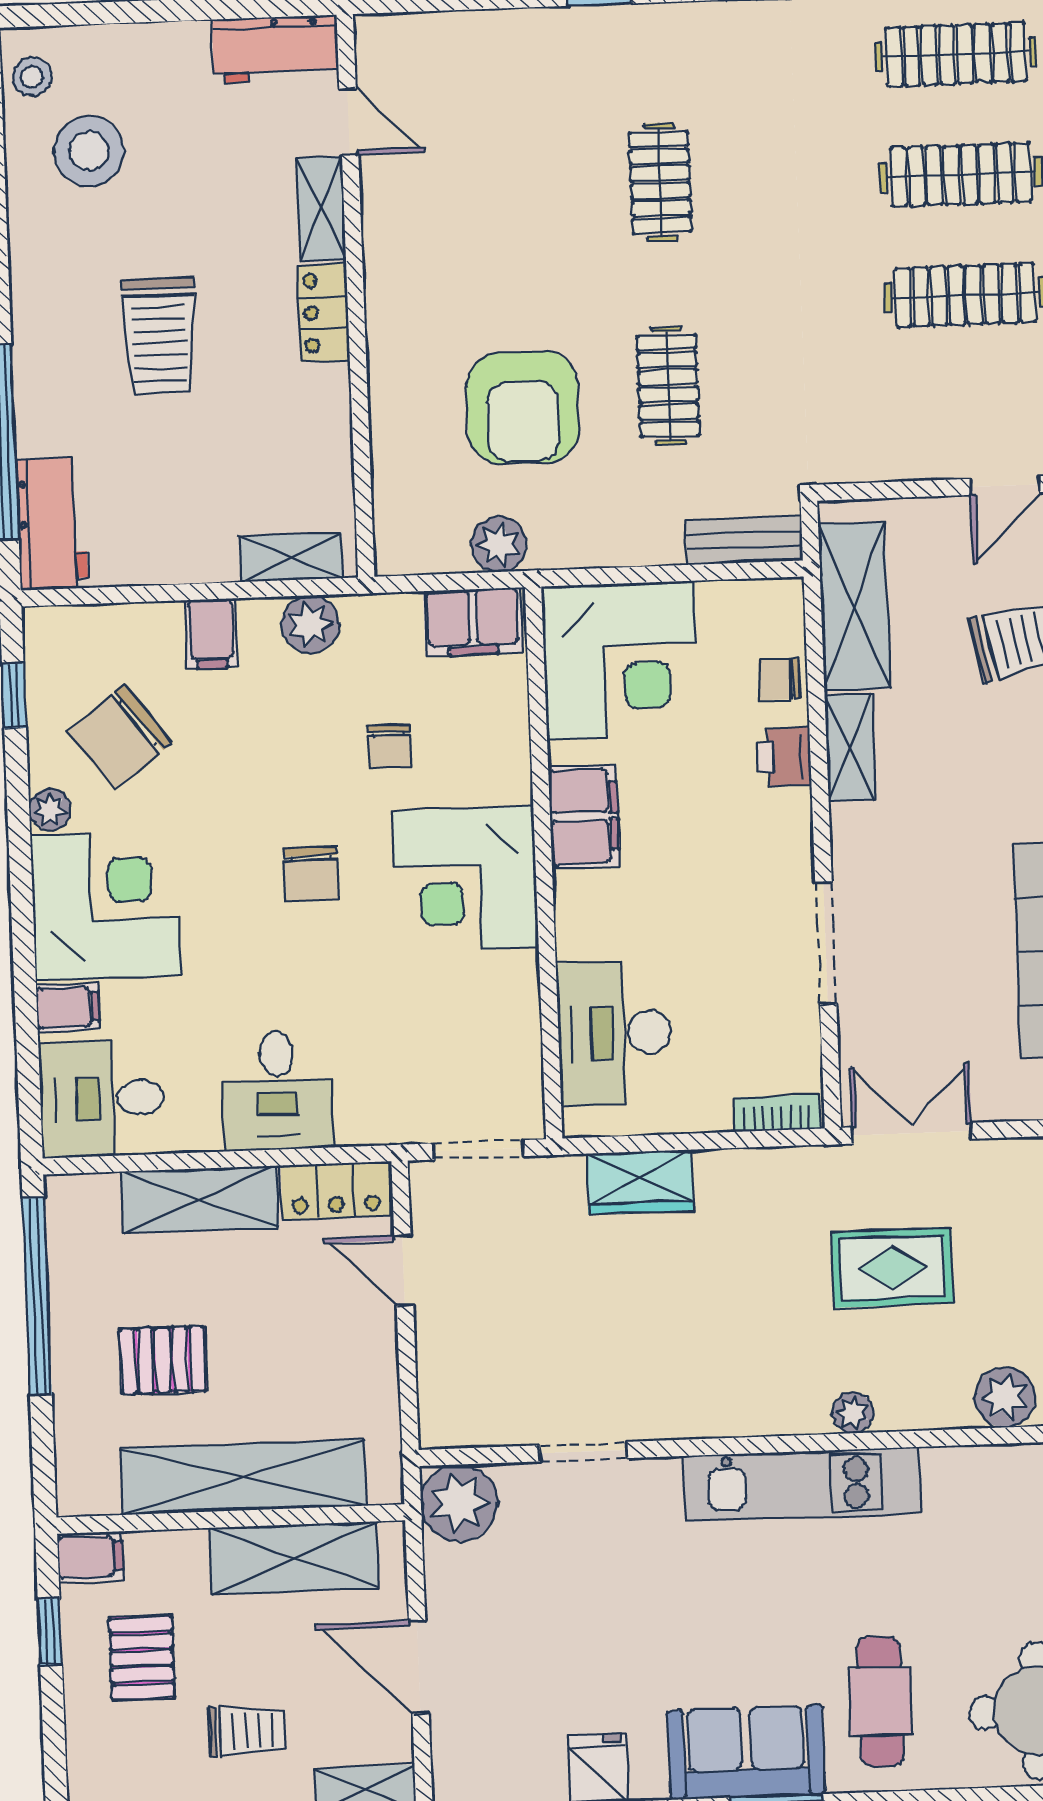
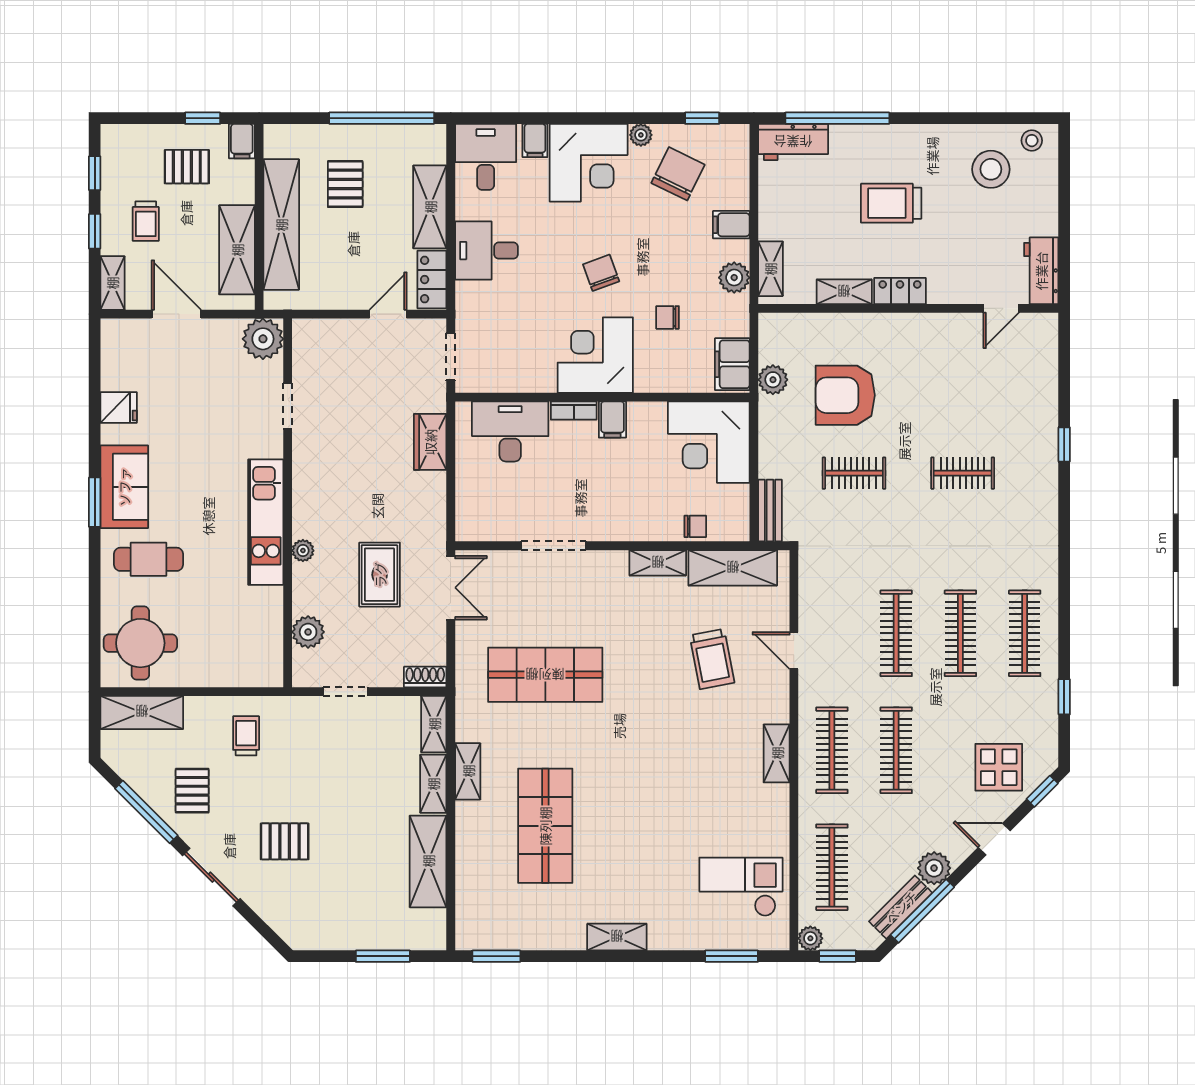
shelving: (321, 208) -> (844, 292), moved
chair: (779, 679) -> (695, 526), turned 90
chair: (120, 737) -> (678, 174), turned 63
printer: (784, 757) -> (654, 527), removed
filing cabinet: (584, 817) -> (612, 420), width x0.50
chair: (311, 874) -> (601, 273), turned 70
bookcase: (777, 1113) -> (574, 410), moved, turned 90
door: (419, 1667) -> (176, 314), hinge flipped

